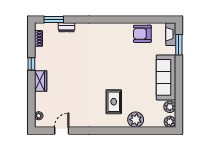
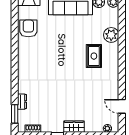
armchair: (142, 34) -> (28, 28), turned 180
rug: (114, 102) -> (94, 56), turned 90

